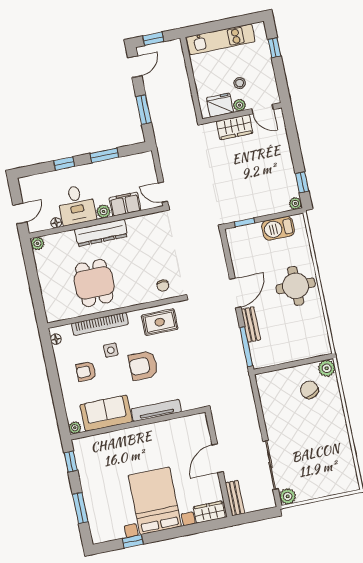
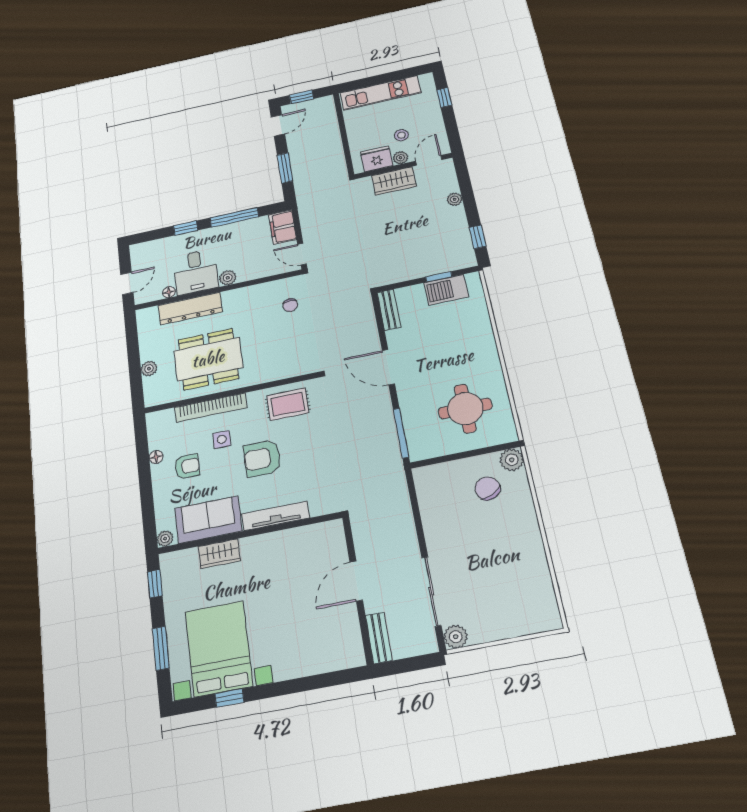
door: (263, 109) -> (429, 160), swing flipped
window: (104, 155) -> (234, 217), width x1.44
plant: (295, 203) -> (455, 199), moved
filing cabinet: (125, 204) -> (283, 227), moved, turned -90
window: (245, 222) -> (439, 277), moved
dresser: (101, 233) -> (190, 309), moved
plant: (37, 243) -> (149, 369), moved
dining table: (94, 283) -> (208, 359), width x1.38
chair: (163, 286) -> (290, 305), moved
round table: (296, 286) -> (465, 408), moved
door: (235, 293) -> (388, 367), swing flipped
bench: (251, 324) -> (389, 310), moved
floor lamp: (56, 339) -> (156, 457), moved
armchair: (86, 372) -> (187, 466), turned 180
bed with nightstands: (155, 501) -> (219, 649), moved
wardrobe: (209, 512) -> (219, 554), moved, turned 180

